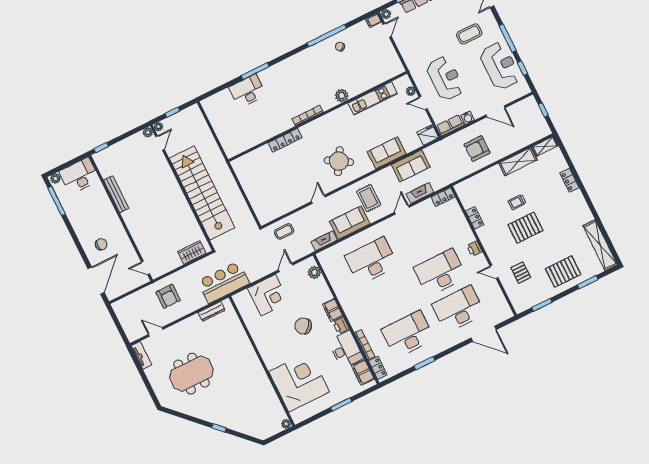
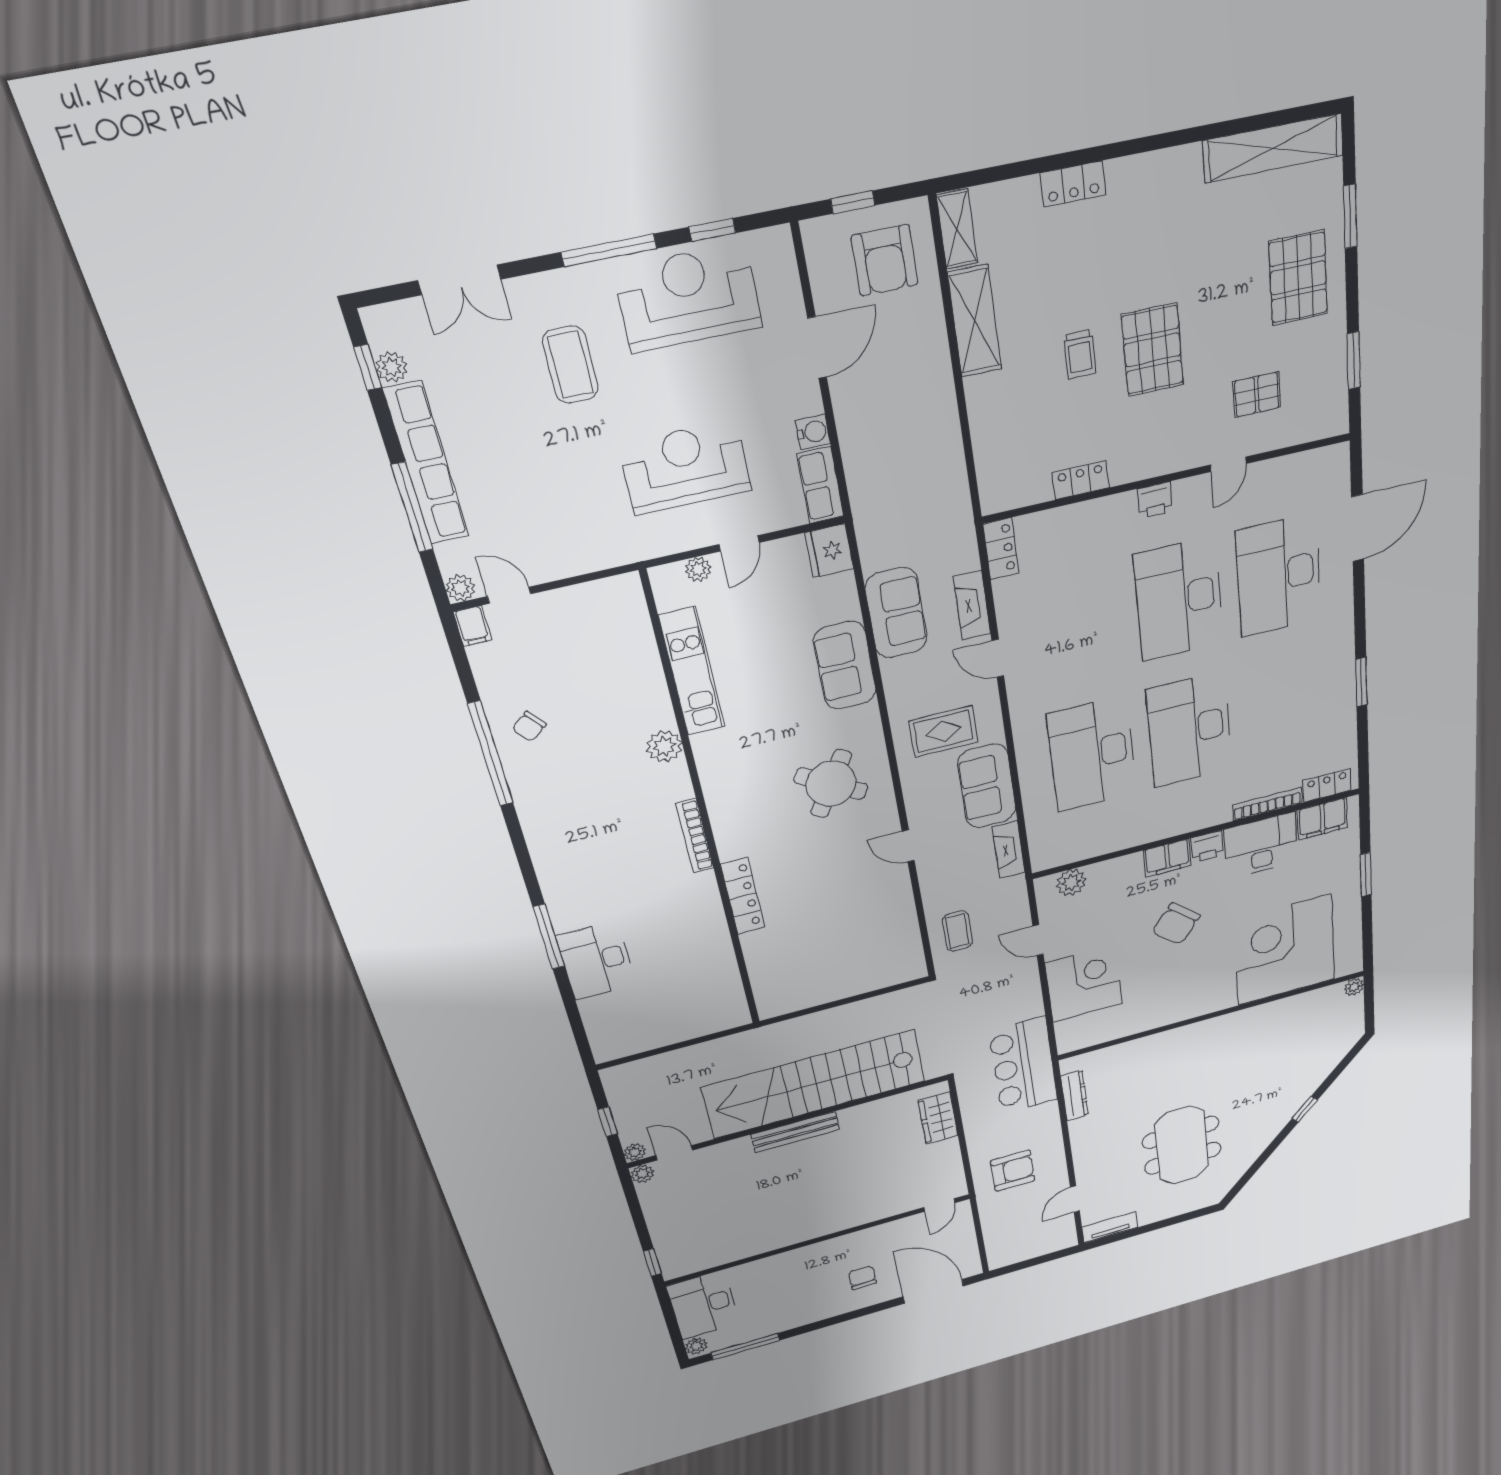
armchair: (477, 149) -> (885, 260), moved
bench: (116, 194) -> (795, 1132), moved
desk: (408, 334) -> (1189, 730), moved

